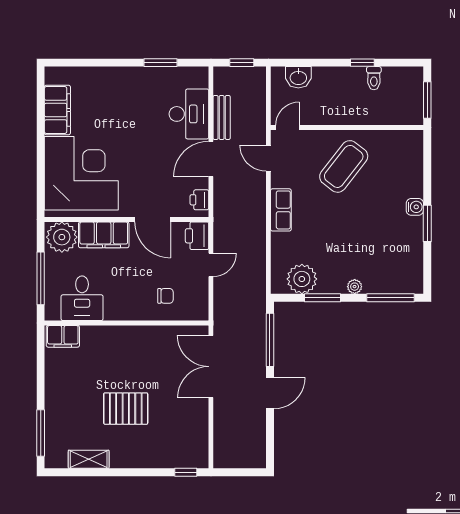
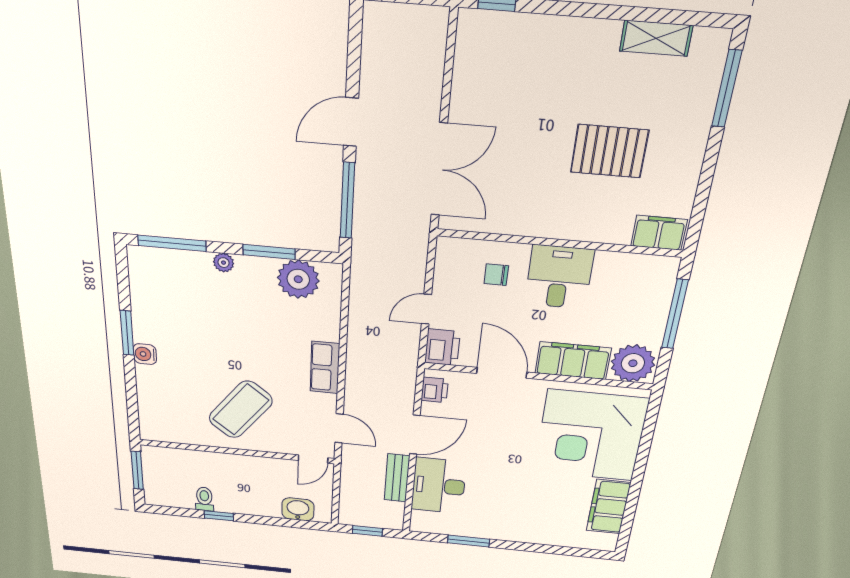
desk: (82, 298) -> (559, 277), moved
pallet: (126, 409) -> (609, 151), moved

